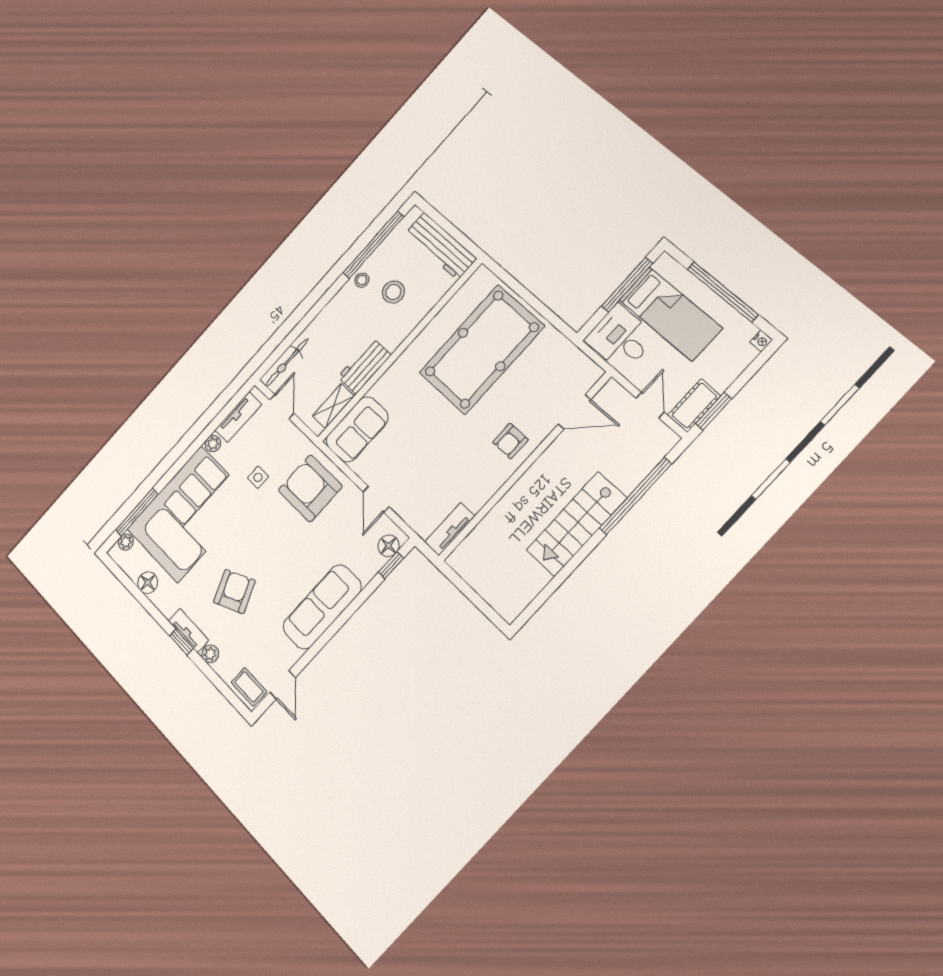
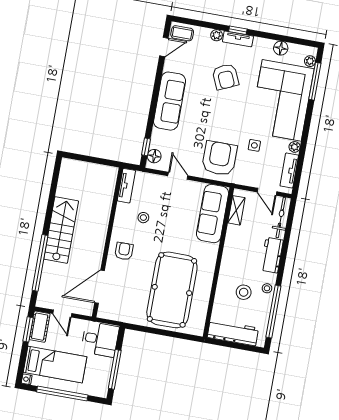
bed: (670, 314) -> (55, 365), moved, turned 180
workbench: (364, 366) -> (272, 255), moved, turned 180
door: (575, 412) -> (100, 287), width x1.36
sofa: (357, 429) -> (213, 214), width x1.36
stool: (456, 471) -> (143, 218), added
armchair: (310, 488) -> (219, 158), turned -90
door: (282, 685) -> (164, 47), swing flipped

